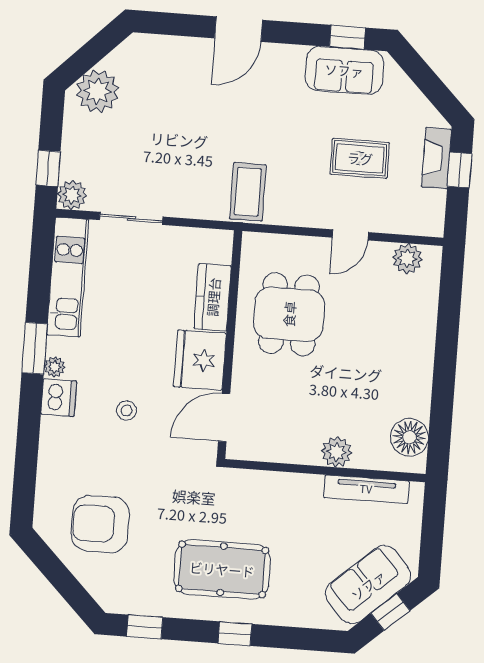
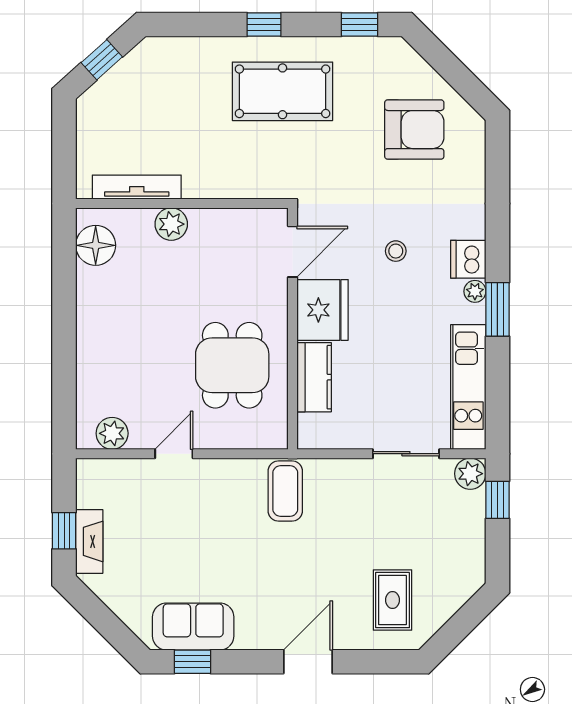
plant: (98, 91) -> (452, 585), removed
rug: (360, 158) -> (393, 600), moved, turned 90
sofa: (368, 585) -> (128, 87), removed

